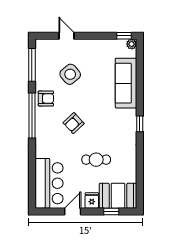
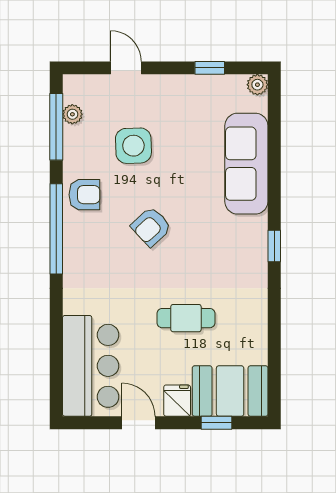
window: (124, 36) -> (210, 68), moved
plant: (40, 59) -> (72, 114), added
side table: (70, 74) -> (133, 146), turned 38
armchair: (74, 123) -> (151, 227), moved
door: (73, 211) -> (139, 423), hinge flipped

